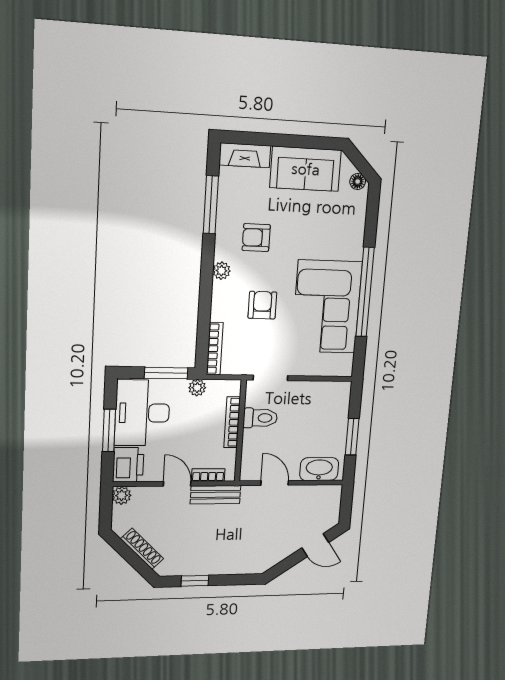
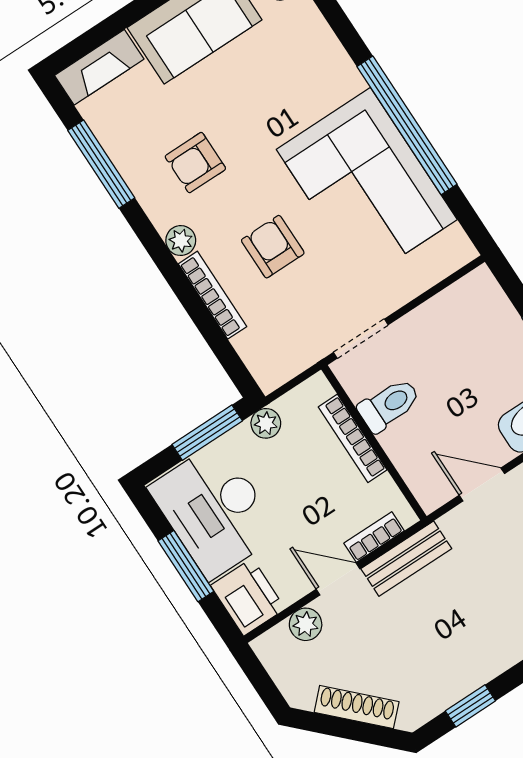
bookcase: (215, 349) -> (213, 295), moved
plant: (122, 495) -> (306, 624), moved

